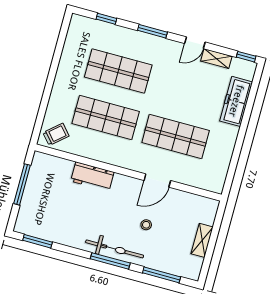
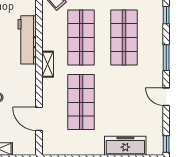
shelving: (216, 59) -> (48, 64), moved
workbench: (92, 177) -> (27, 40), width x1.38
door: (157, 180) -> (39, 119), moved

